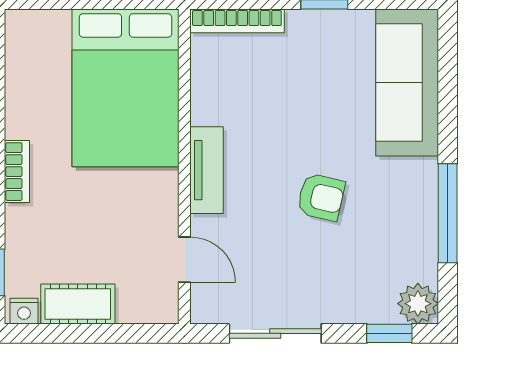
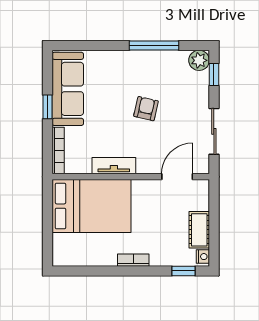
sofa: (407, 83) -> (68, 89), moved, turned -90
tv unit: (207, 170) -> (114, 166), moved
door: (184, 260) -> (177, 177), width x1.38

